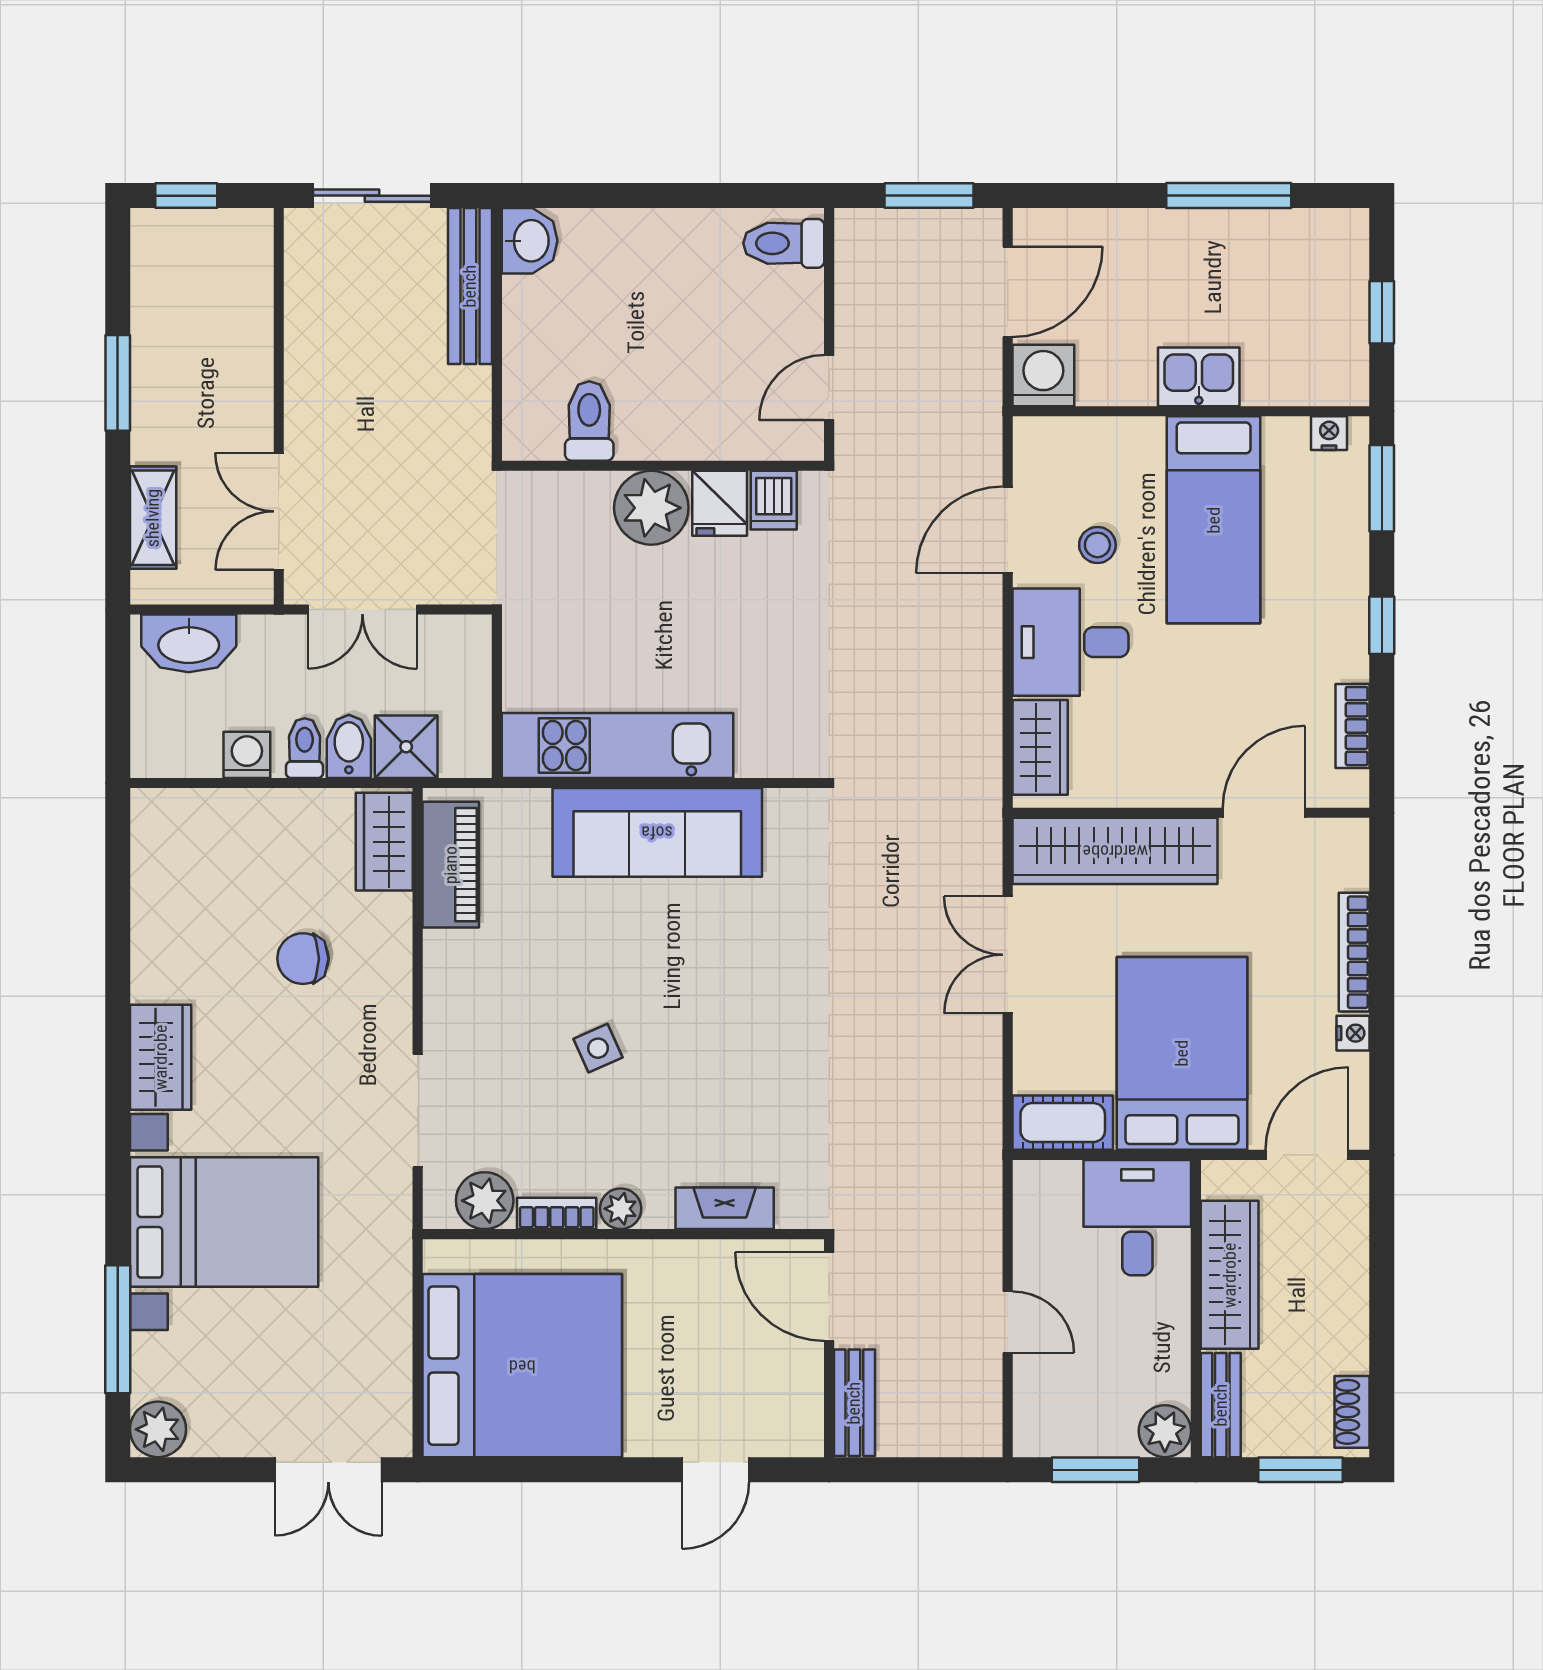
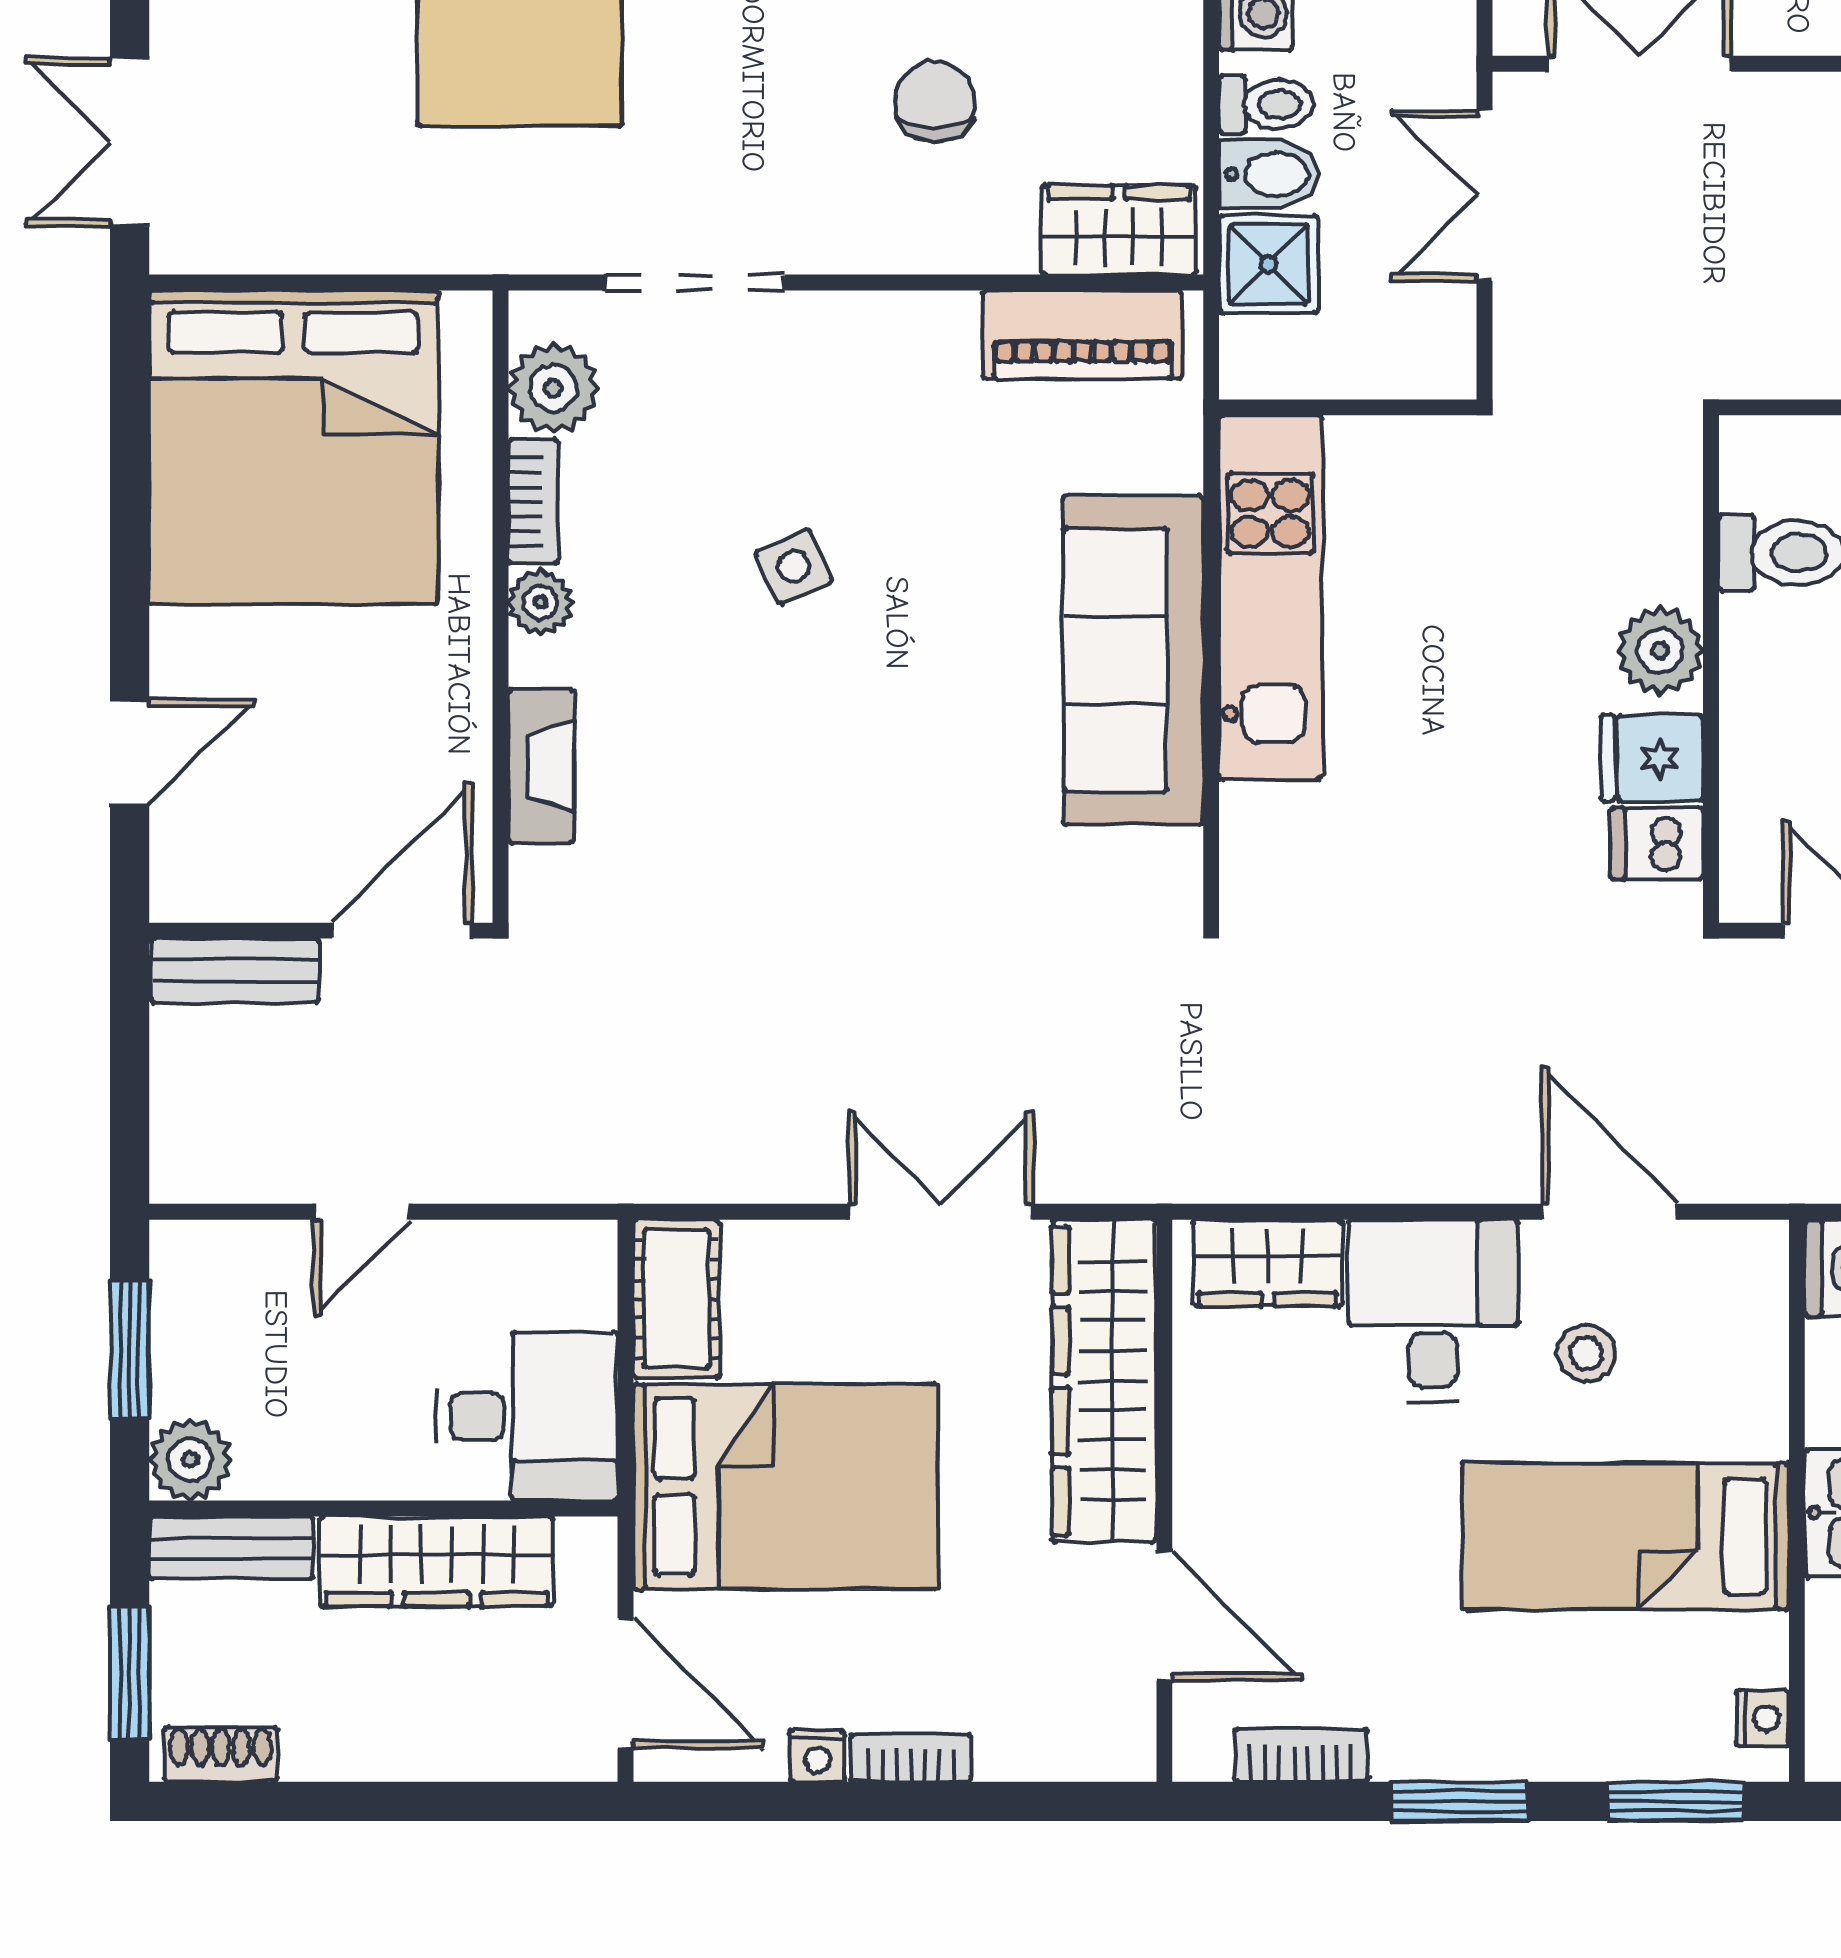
plant: (651, 508) -> (1660, 651), width x0.73, depth x0.73
window: (1382, 625) -> (1460, 1801), width x1.50
bookcase: (1354, 952) -> (911, 1758), width x0.64
door: (716, 1470) -> (130, 752), swing flipped

